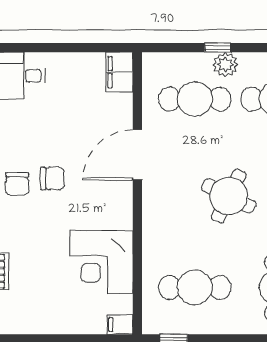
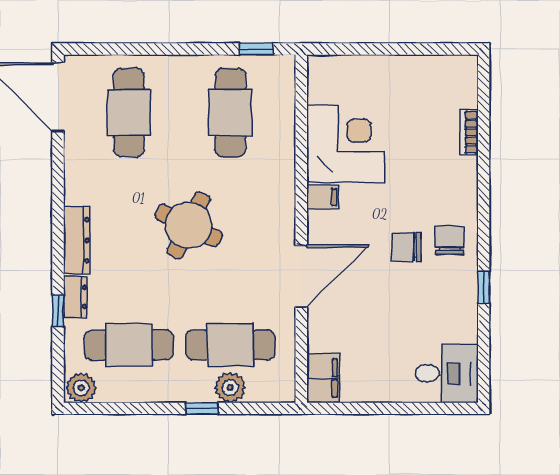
plant: (225, 65) -> (230, 387), moved
cafe table: (195, 287) -> (230, 112), turned 90
filing cabinet: (120, 325) -> (323, 197), moved

